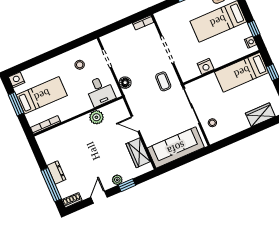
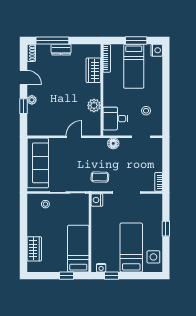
nightstand: (206, 66) -> (97, 200), moved
wardrobe: (138, 153) -> (93, 70), moved, turned -90

